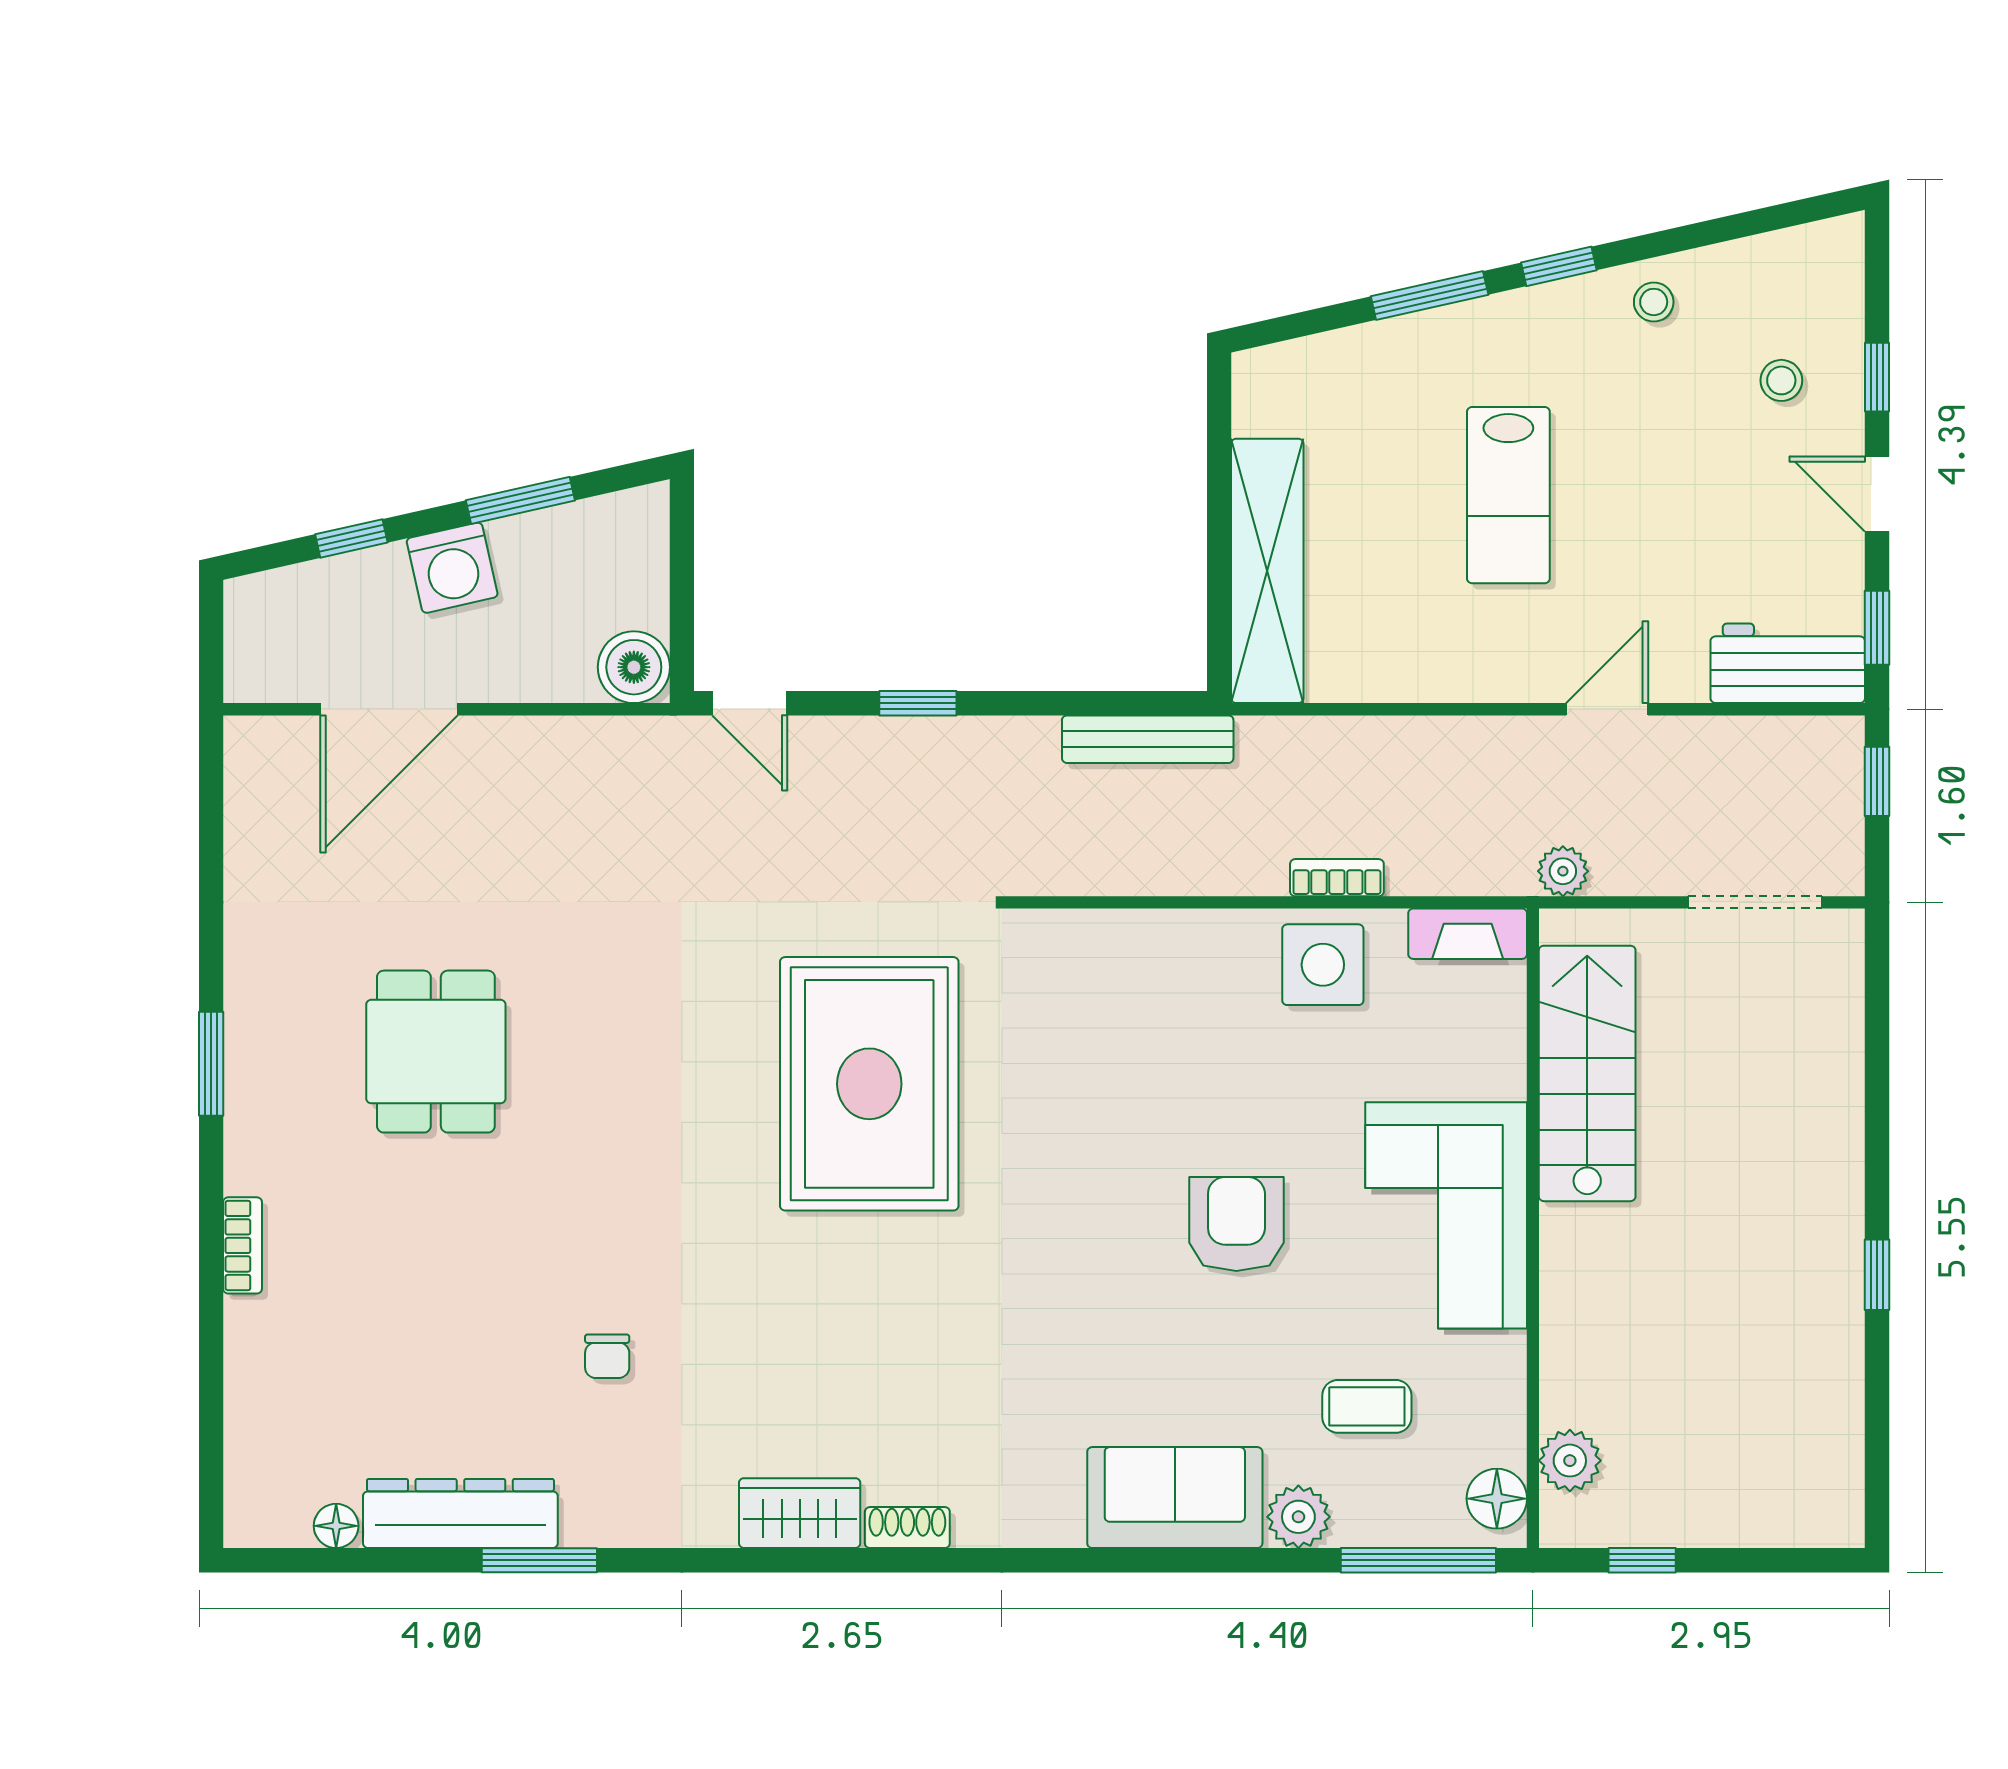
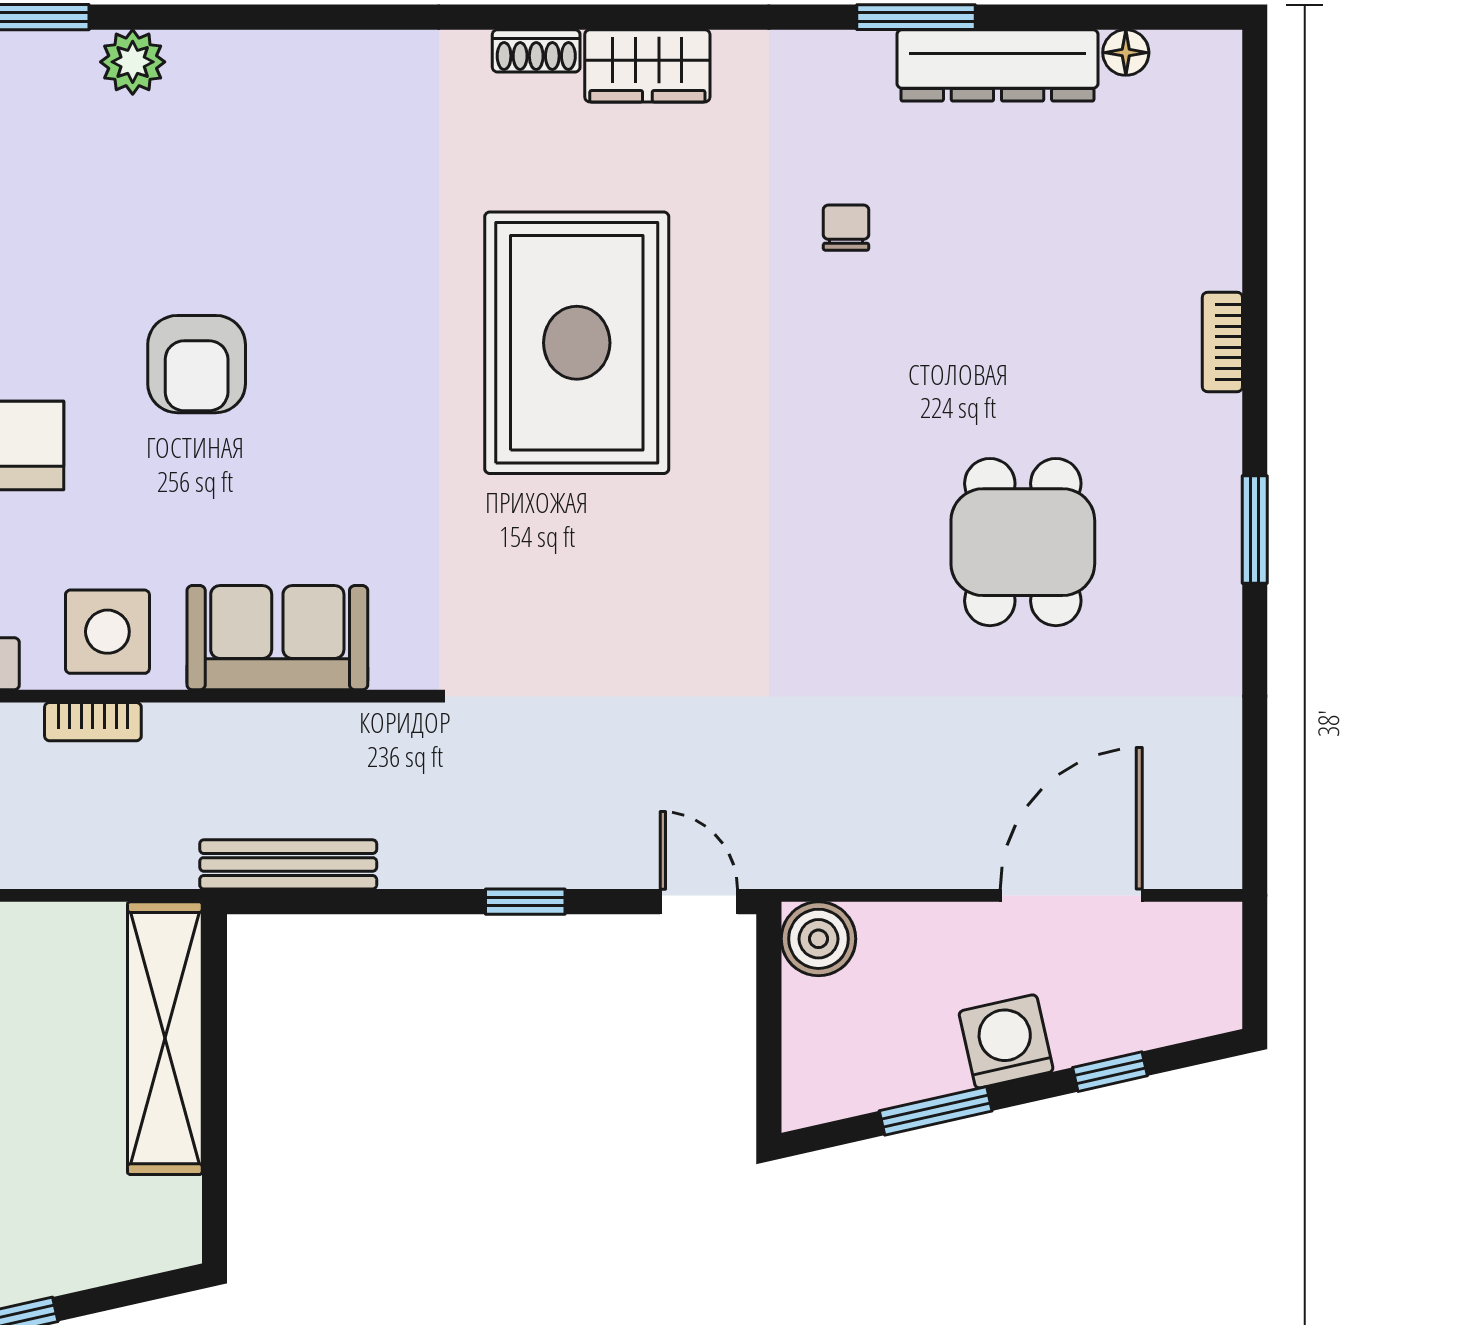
rug: (869, 1084) -> (577, 343), moved
coffee table: (1367, 1406) -> (62, 176), removed
sofa: (1175, 1498) -> (277, 638), moved, turned 180

